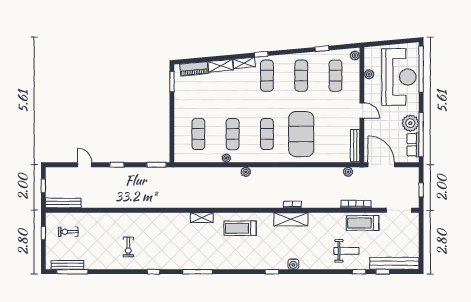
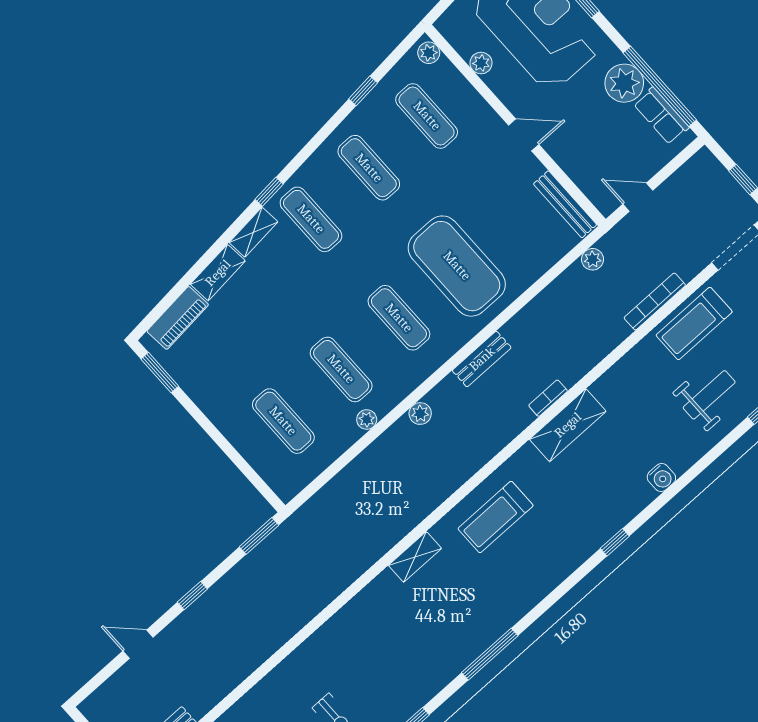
door: (381, 165) -> (638, 197), width x0.53
bench: (282, 172) -> (482, 359), added
water cooler: (293, 264) -> (661, 477), moved

